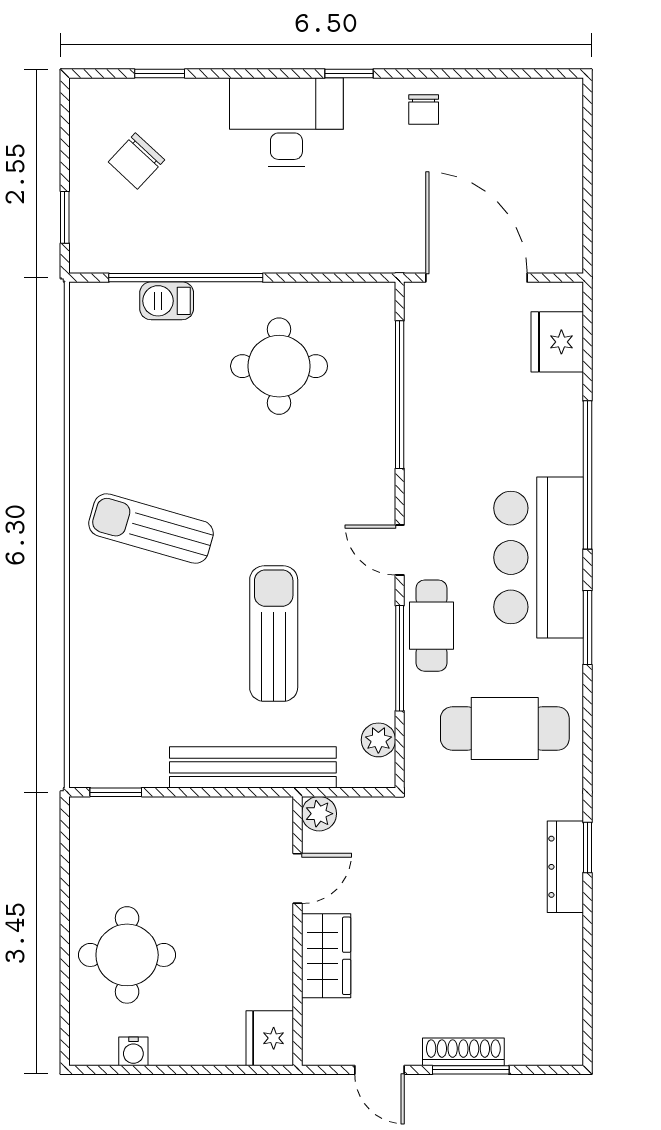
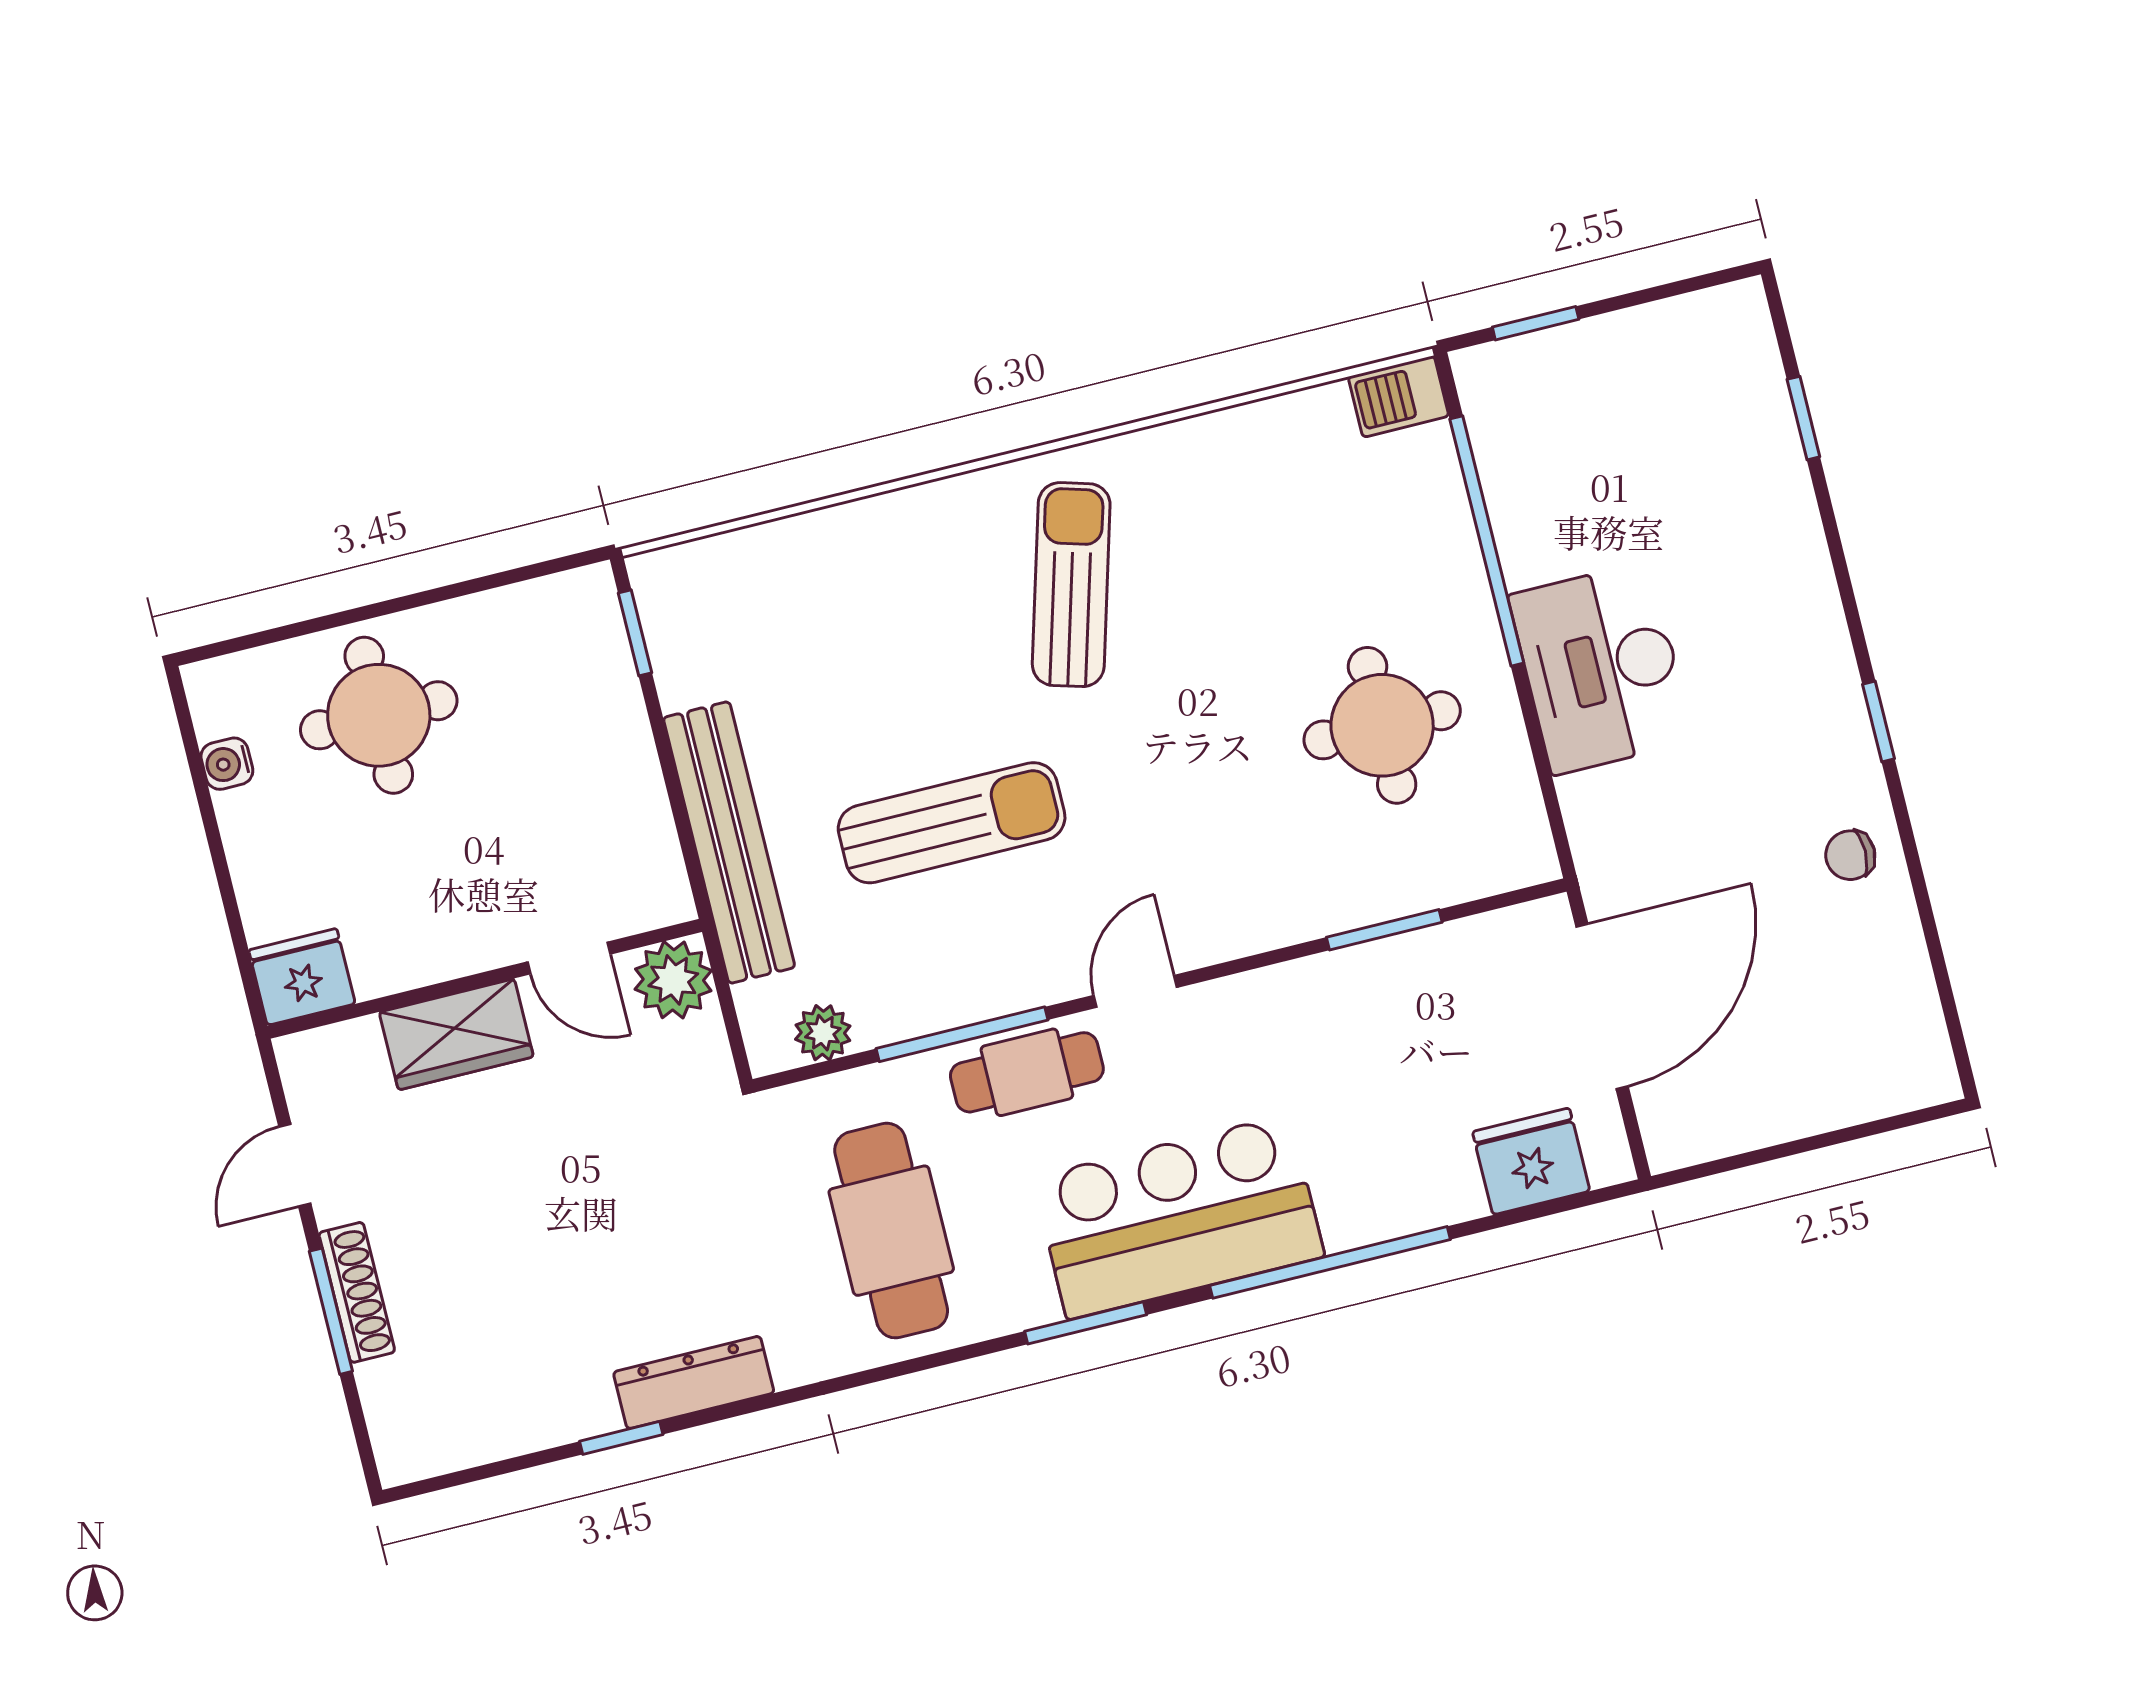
desk: (286, 122) -> (1601, 668), moved, turned 180
chair: (136, 161) -> (1654, 416), removed
barbecue: (167, 301) -> (1398, 396), moved, turned -90
window: (400, 395) -> (1384, 930), width x0.47
plant: (319, 814) -> (673, 980), width x1.38, depth x1.38
window: (587, 848) -> (621, 1438), moved

